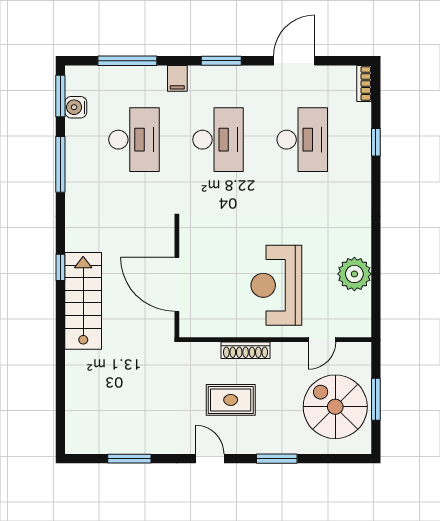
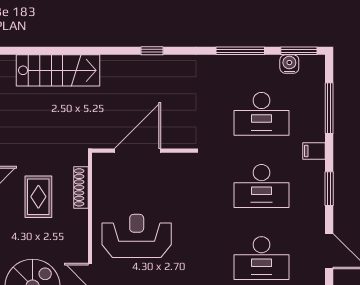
stairs: (83, 301) -> (58, 70), moved
shoe rack: (246, 350) -> (81, 187), moved

